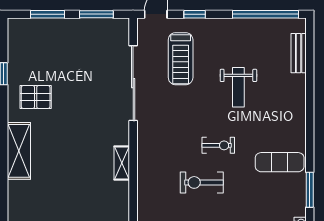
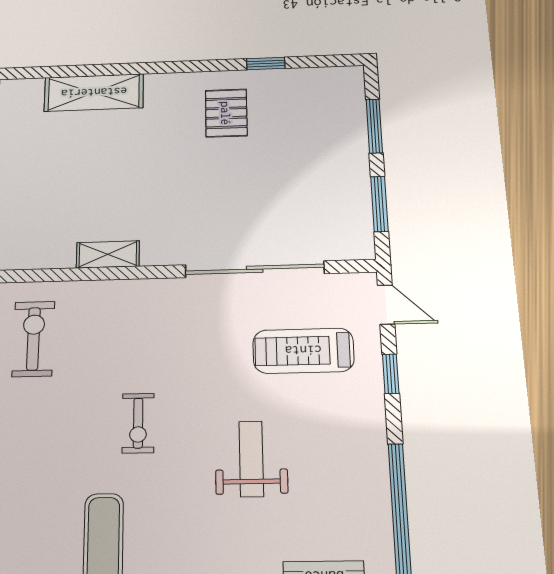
weight bench: (238, 87) -> (251, 459), turned 90
shelving: (19, 151) -> (94, 93), moved
exercise bike: (202, 182) -> (33, 339), moved

